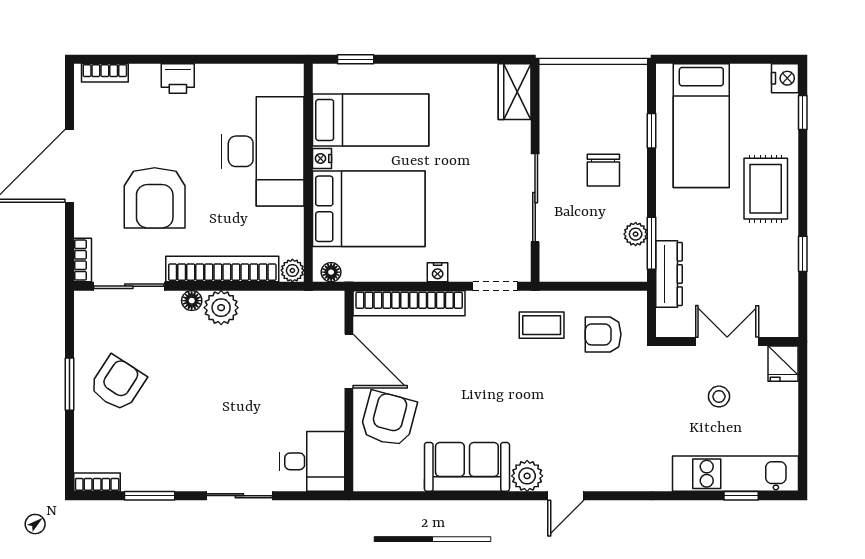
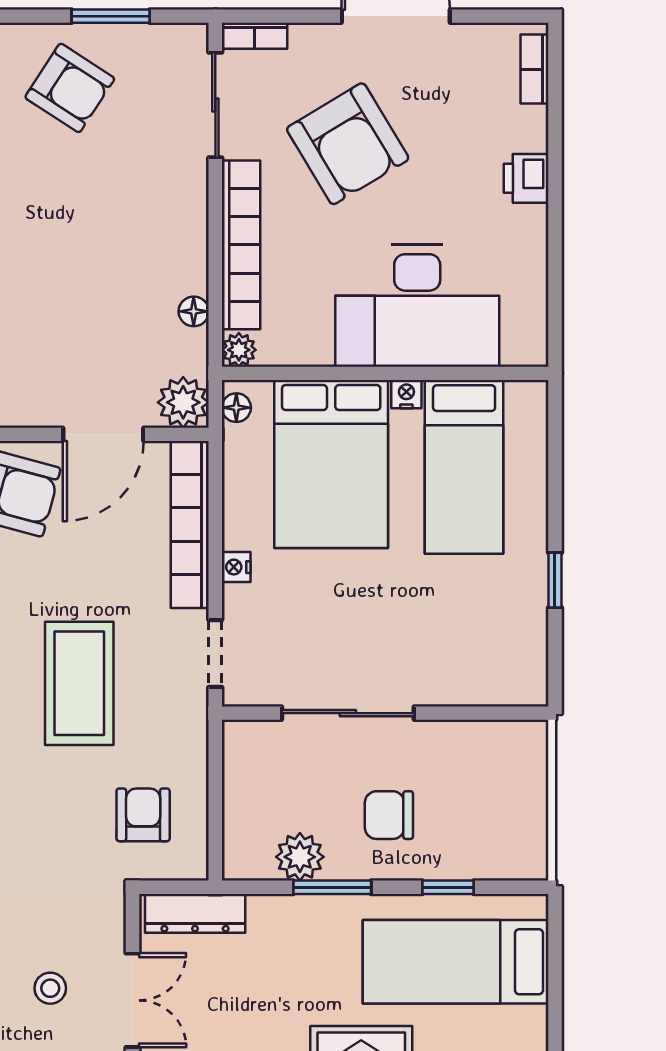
window: (356, 59) -> (555, 580), moved
wardrobe: (515, 92) -> (507, 682), removed
armchair: (155, 198) -> (348, 144), turned -121
plant: (636, 234) -> (300, 857), width x1.38, depth x1.38
window: (652, 243) -> (332, 887), moved
dresser: (669, 274) -> (195, 913), moved
floor lamp: (192, 301) -> (194, 311), moved
plant: (221, 308) -> (183, 402), moved
coffee table: (542, 325) -> (79, 683), moved, width x1.86, depth x1.72
window: (70, 384) -> (111, 16), moved

